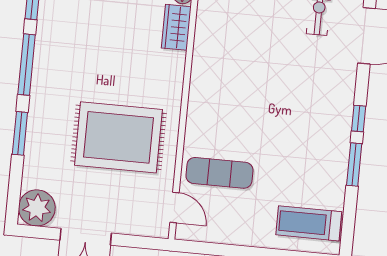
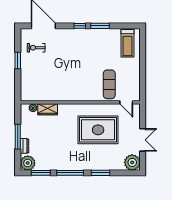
rug: (118, 137) -> (98, 130), turned 90
door: (175, 208) -> (126, 102), swing flipped

